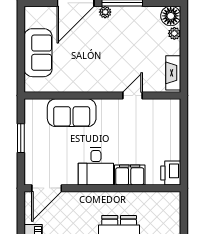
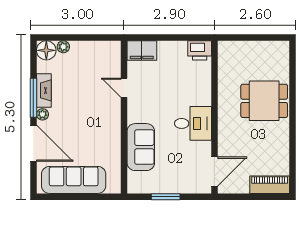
sofa: (38, 53) -> (74, 180), width x1.36
fireplace: (173, 73) -> (44, 90), moved, turned -90
filing cabinet: (130, 175) -> (142, 51), moved, turned -90
door: (47, 188) -> (214, 172), hinge flipped

